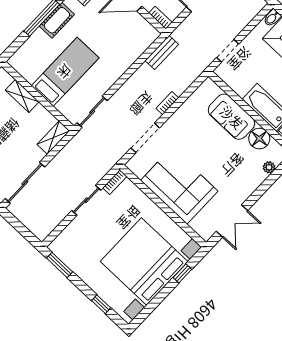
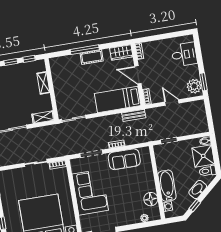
bed: (65, 72) -> (118, 99), moved, turned 180
sofa: (232, 117) -> (124, 159), moved, turned -90

